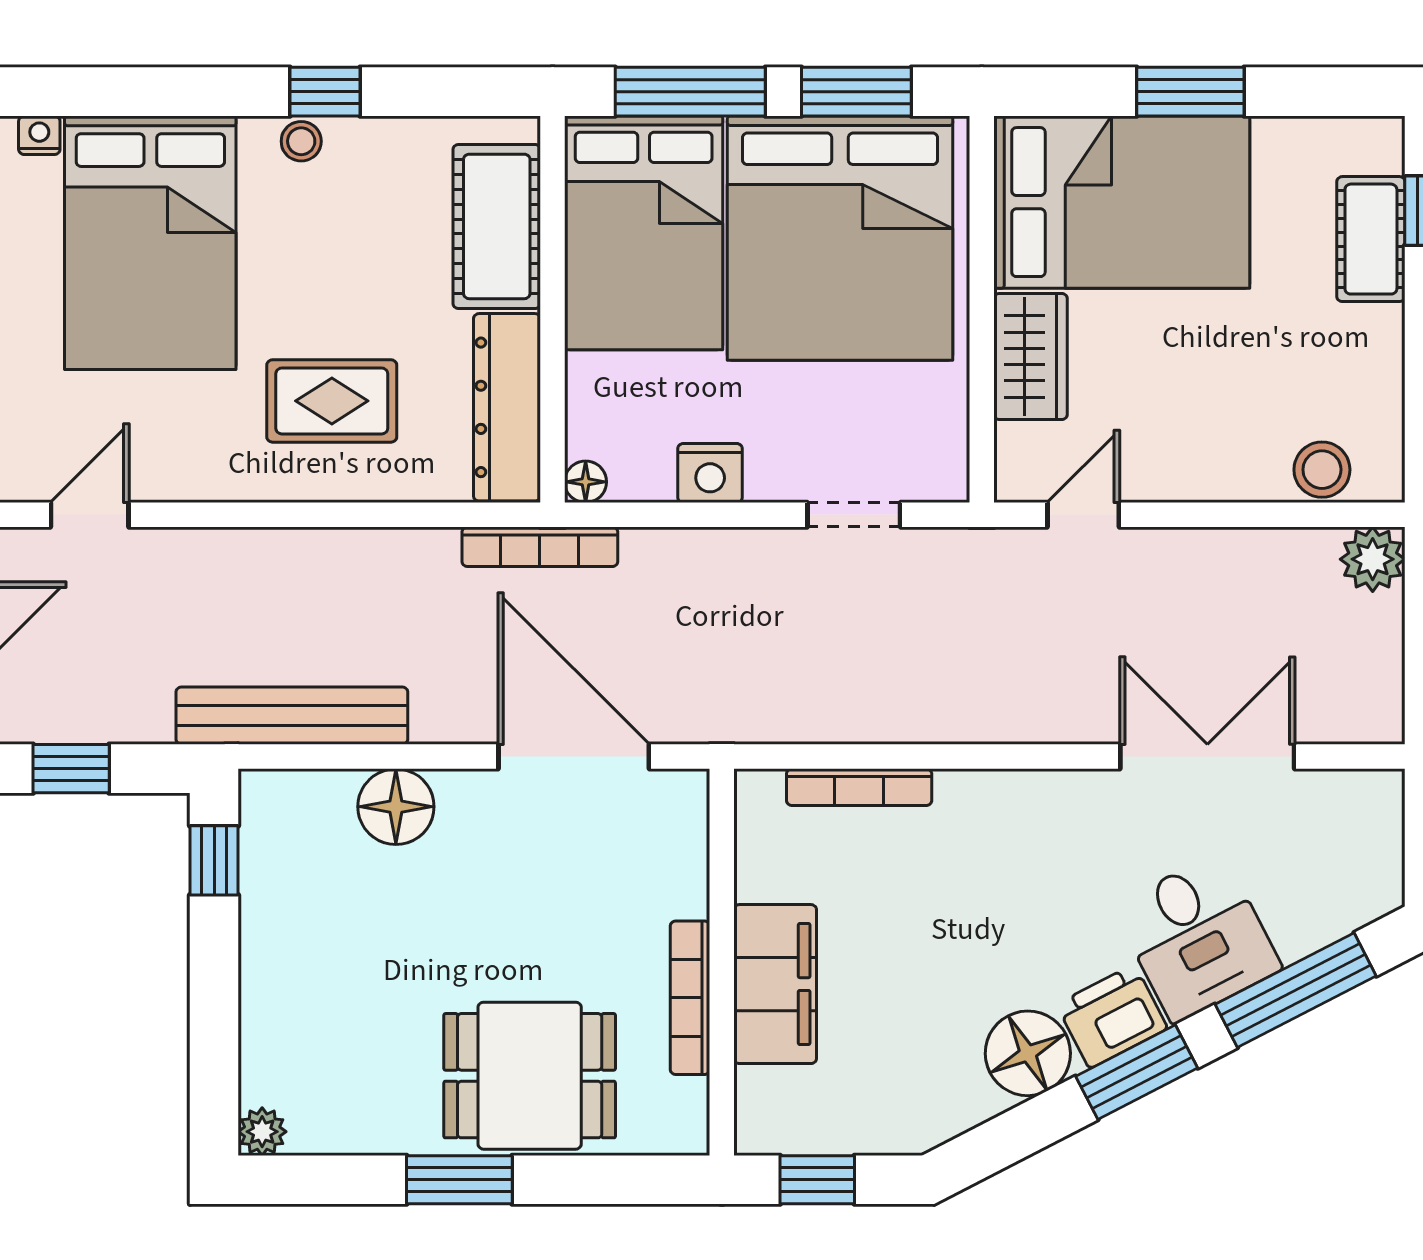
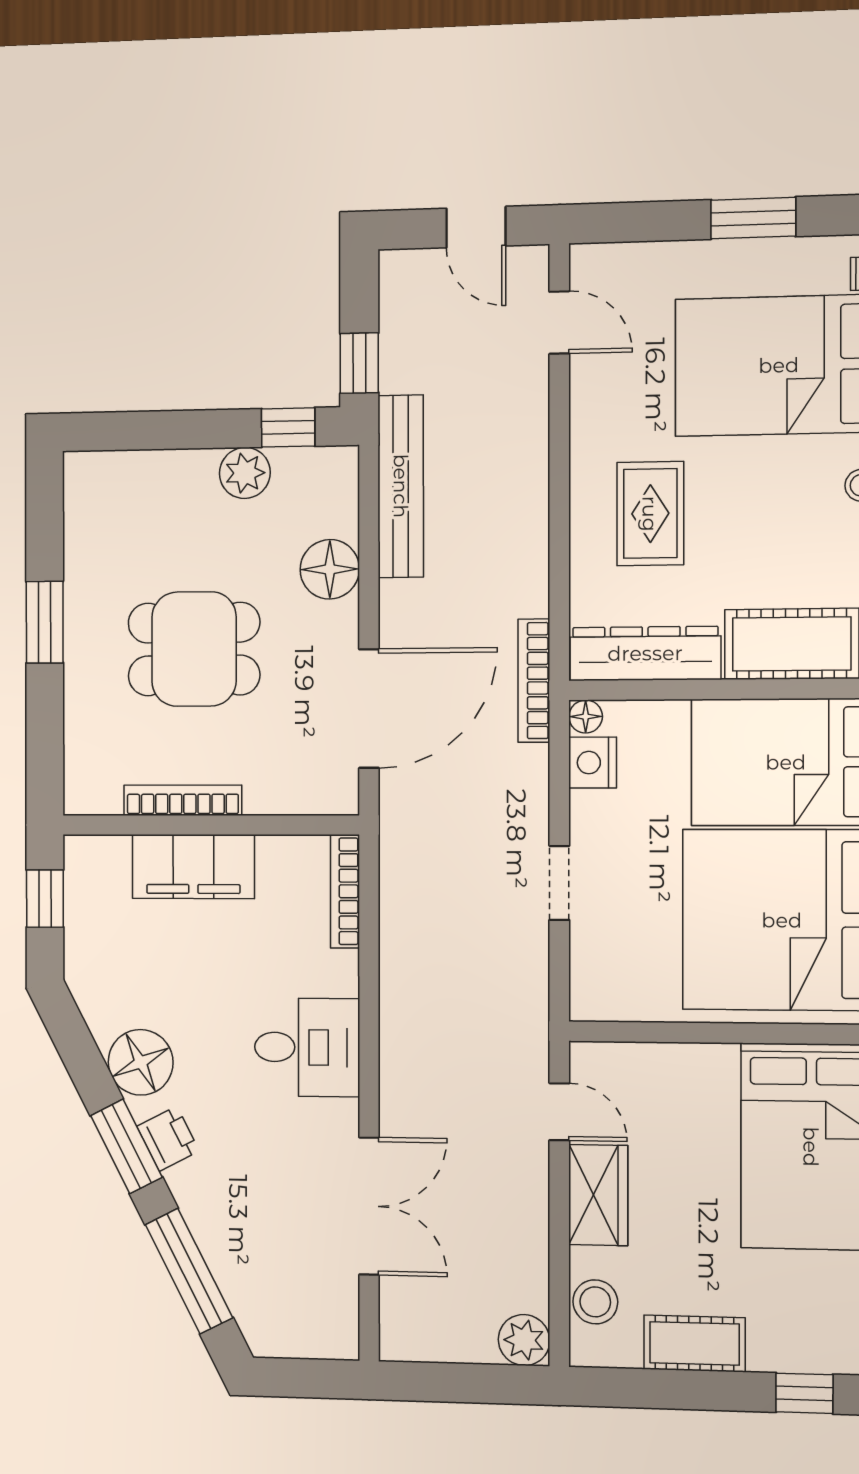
cot: (1371, 239) -> (695, 1343), moved
wardrobe: (1031, 356) -> (598, 1195), moved, turned -90
nightstand: (710, 473) -> (593, 763), moved
doorway: (854, 515) -> (559, 883), moved
window: (71, 769) -> (359, 363), moved
bookcase: (859, 787) -> (345, 891), moved
desk: (1197, 938) -> (307, 1047), moved, turned -153
printer: (1112, 1016) -> (168, 1139), width x0.73, depth x0.81
dining table: (530, 1076) -> (194, 649), moved, turned 90
plant: (262, 1132) -> (245, 473), moved, width x1.38, depth x1.38

